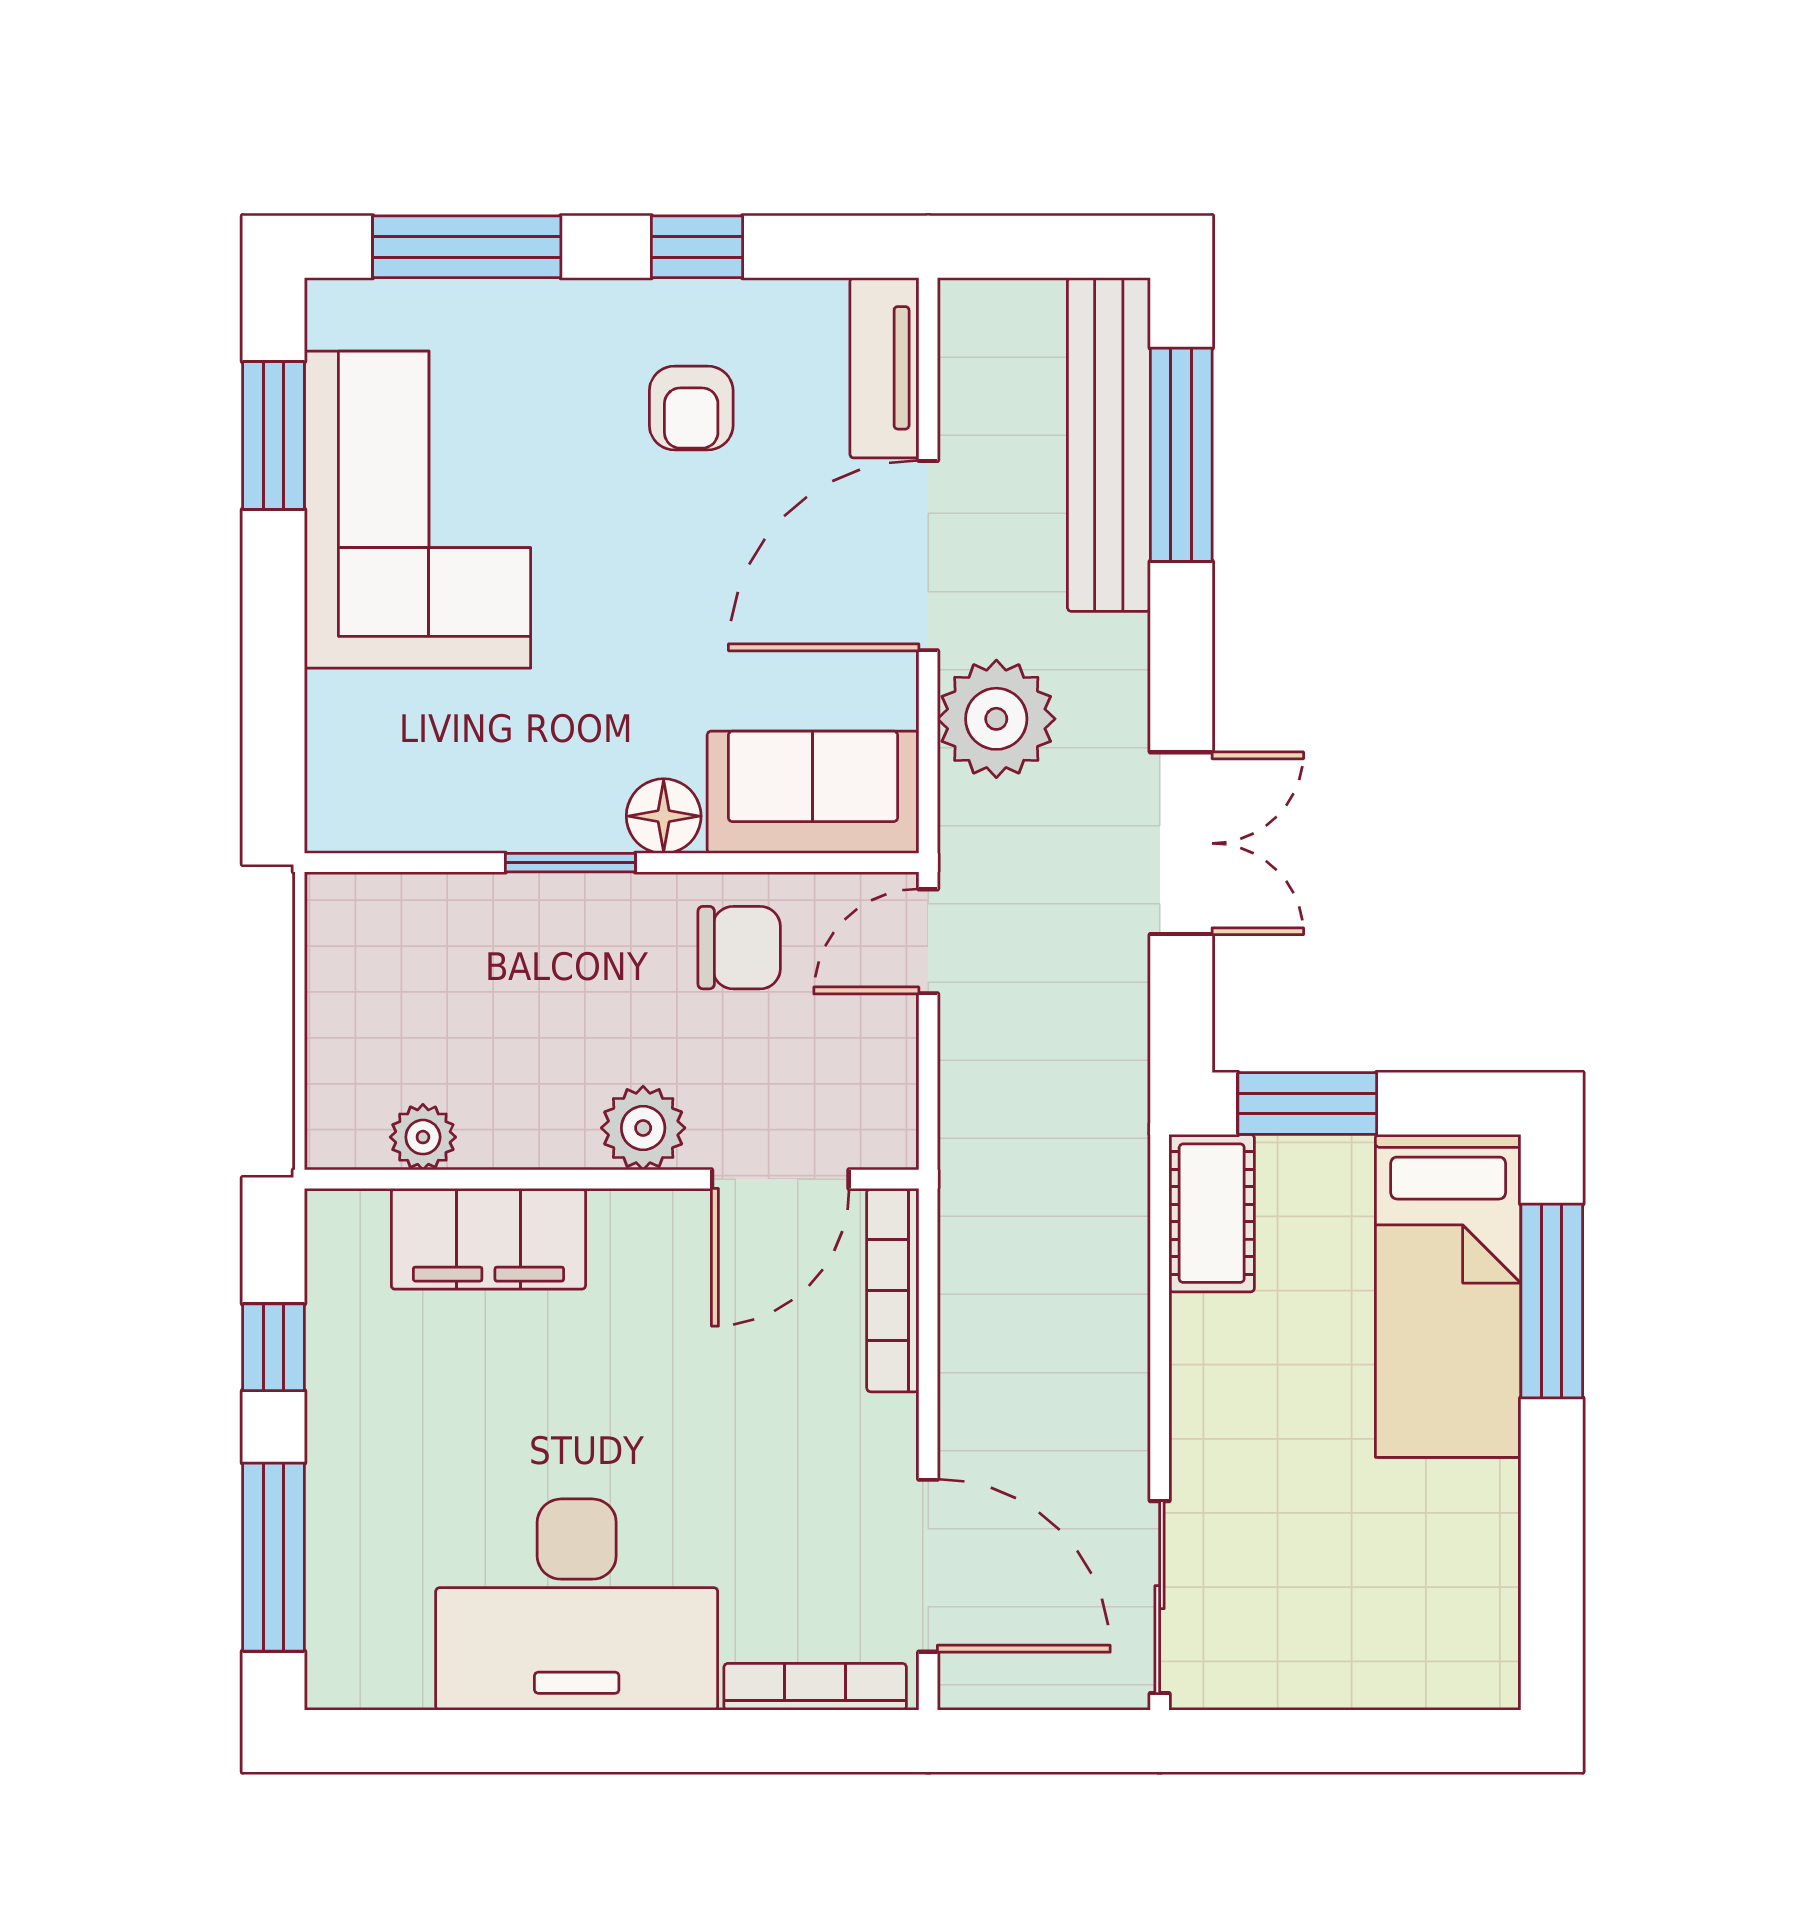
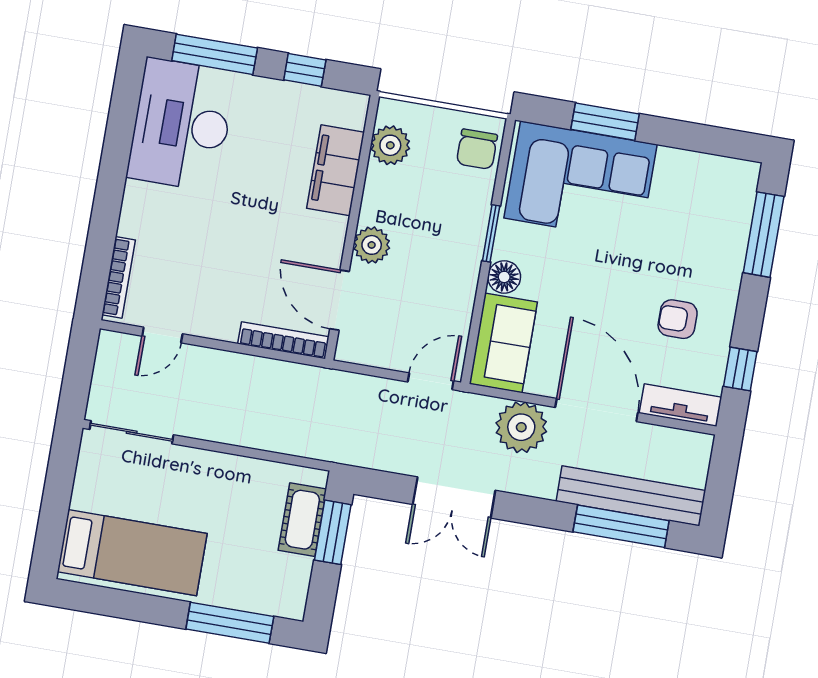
window: (697, 247) -> (740, 369), moved
window: (274, 436) -> (605, 122), moved
corner sofa: (418, 510) -> (581, 181), moved
door: (928, 941) -> (431, 381), hinge flipped
chair: (739, 948) -> (477, 149), moved
plant: (423, 1137) -> (390, 145), width x1.38, depth x1.38
cot: (1212, 1213) -> (302, 520), moved, turned 90
bed: (1448, 1296) -> (132, 553), moved, turned 180
door: (928, 1566) -> (162, 335), width x0.53
desk: (577, 1605) -> (181, 125), moved

